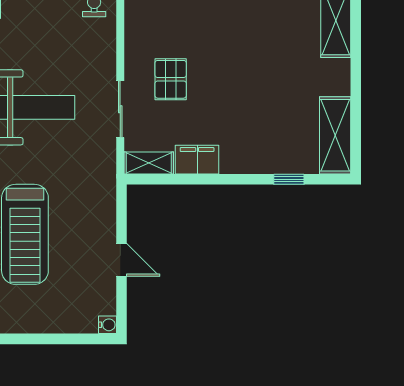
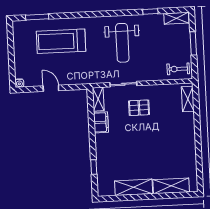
shelving: (335, 135) -> (134, 187), moved
door: (121, 260) -> (51, 88), swing flipped

